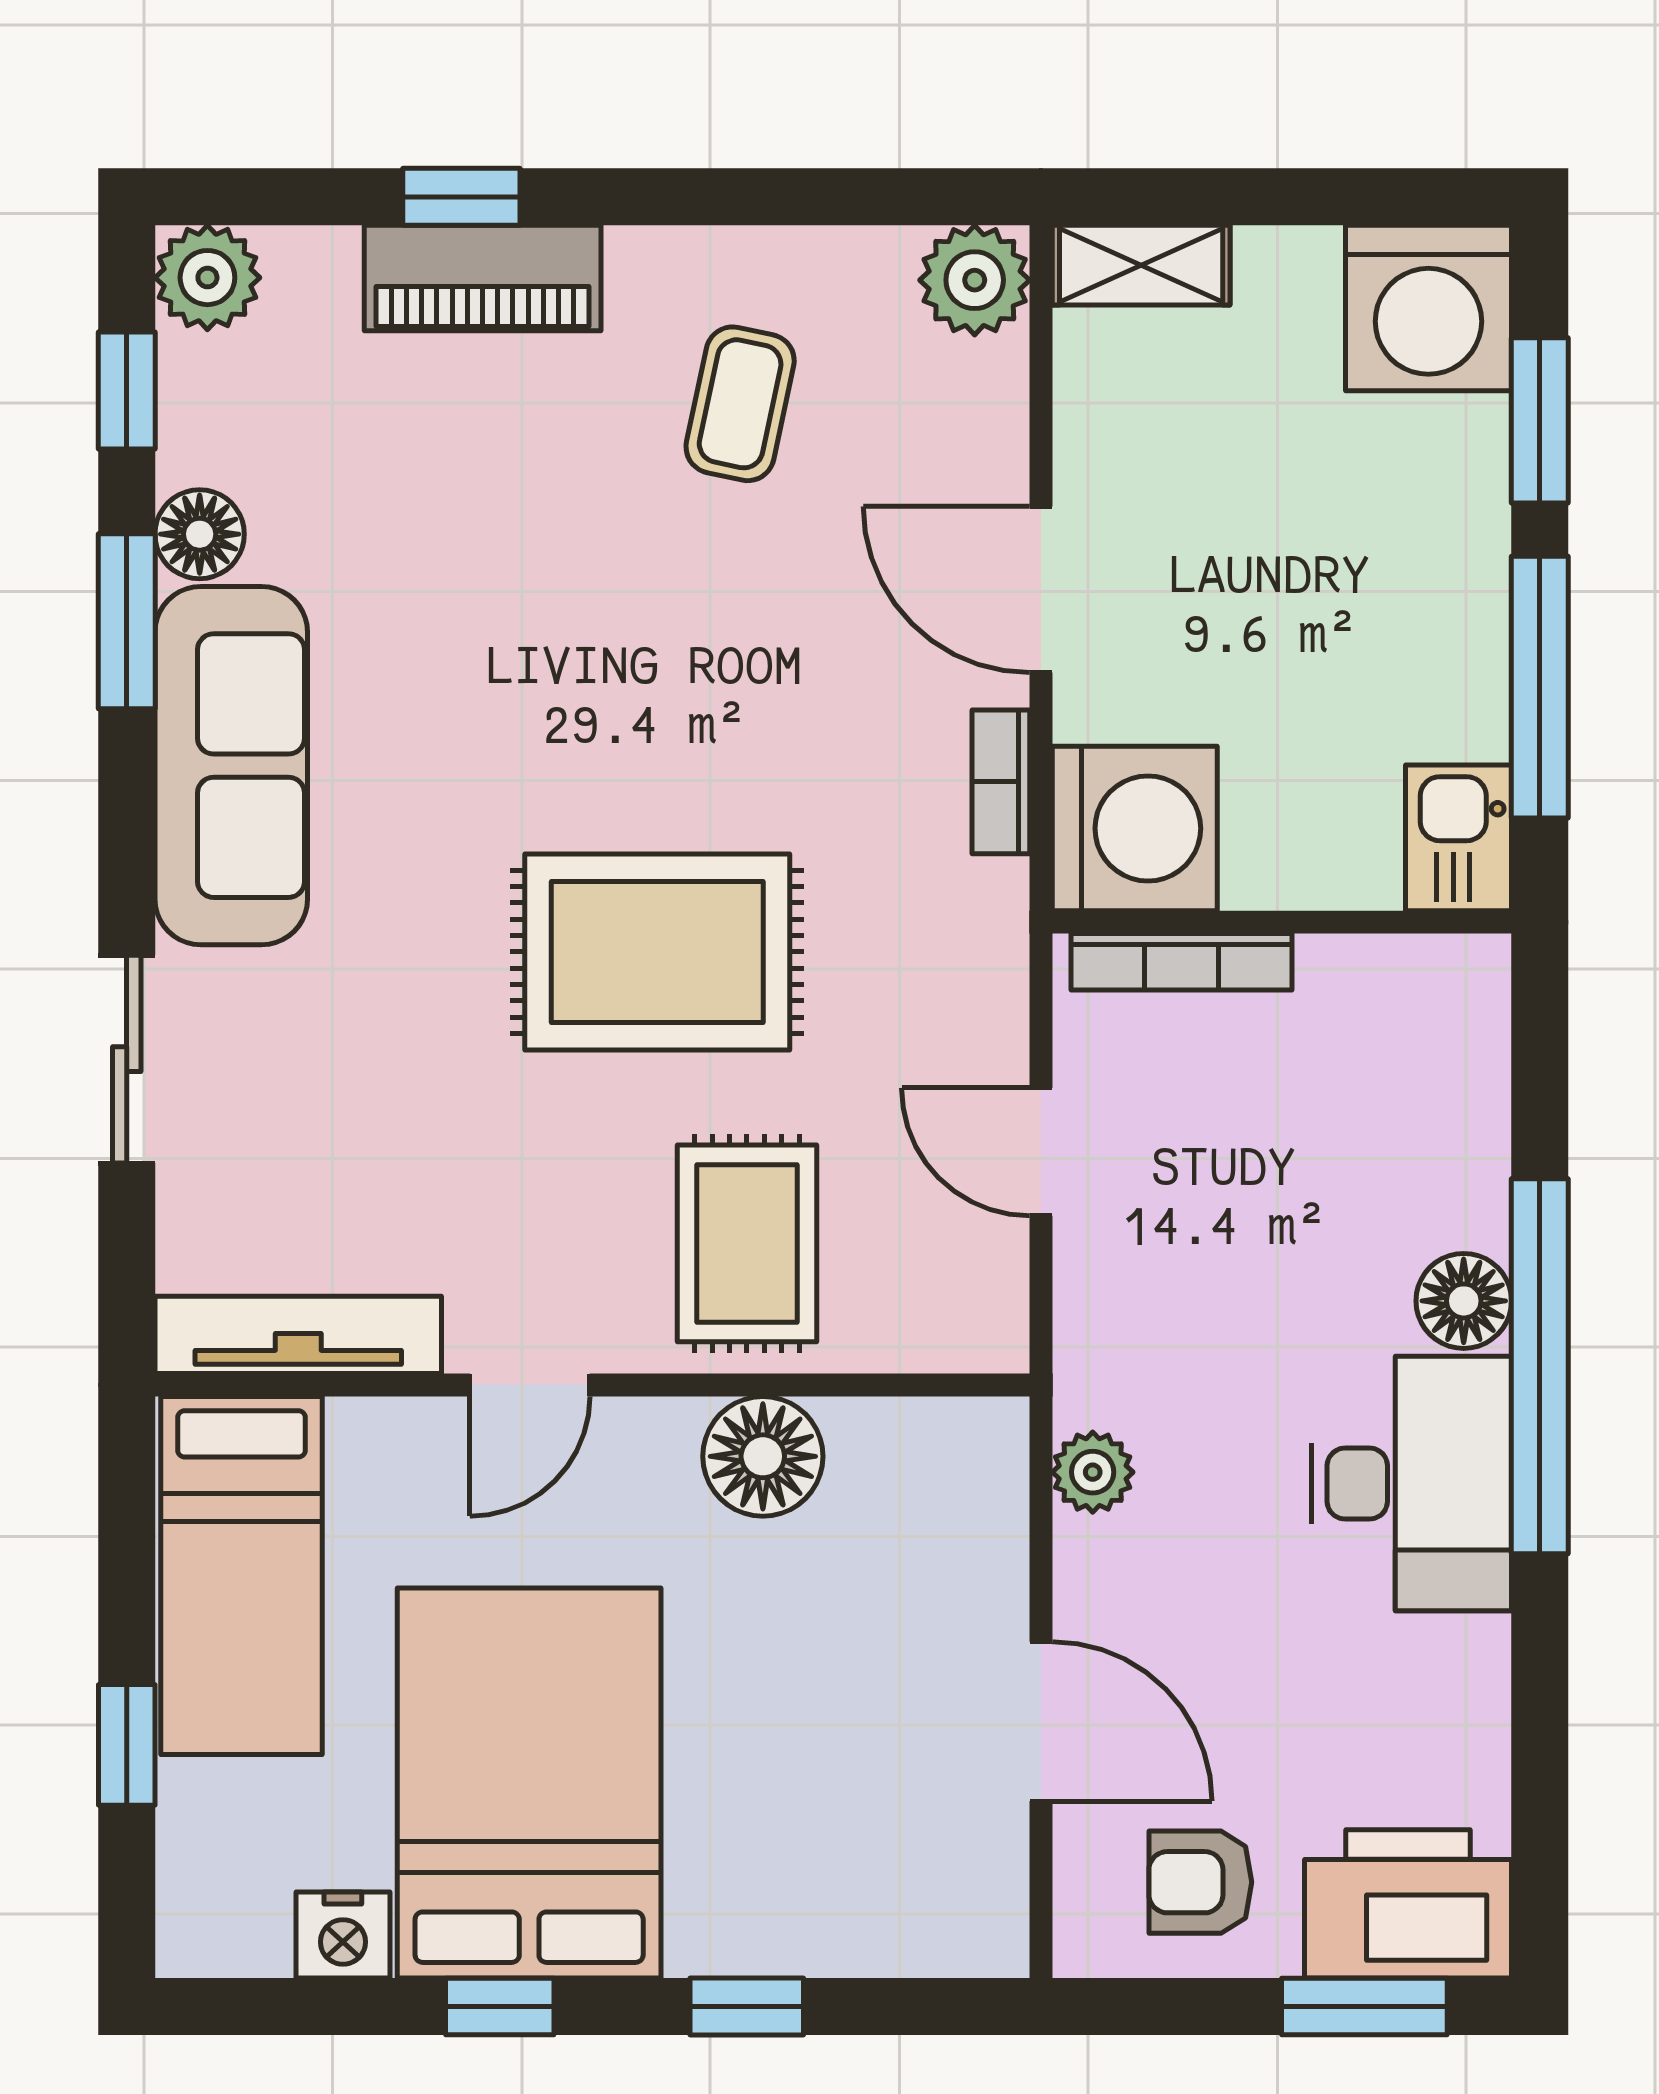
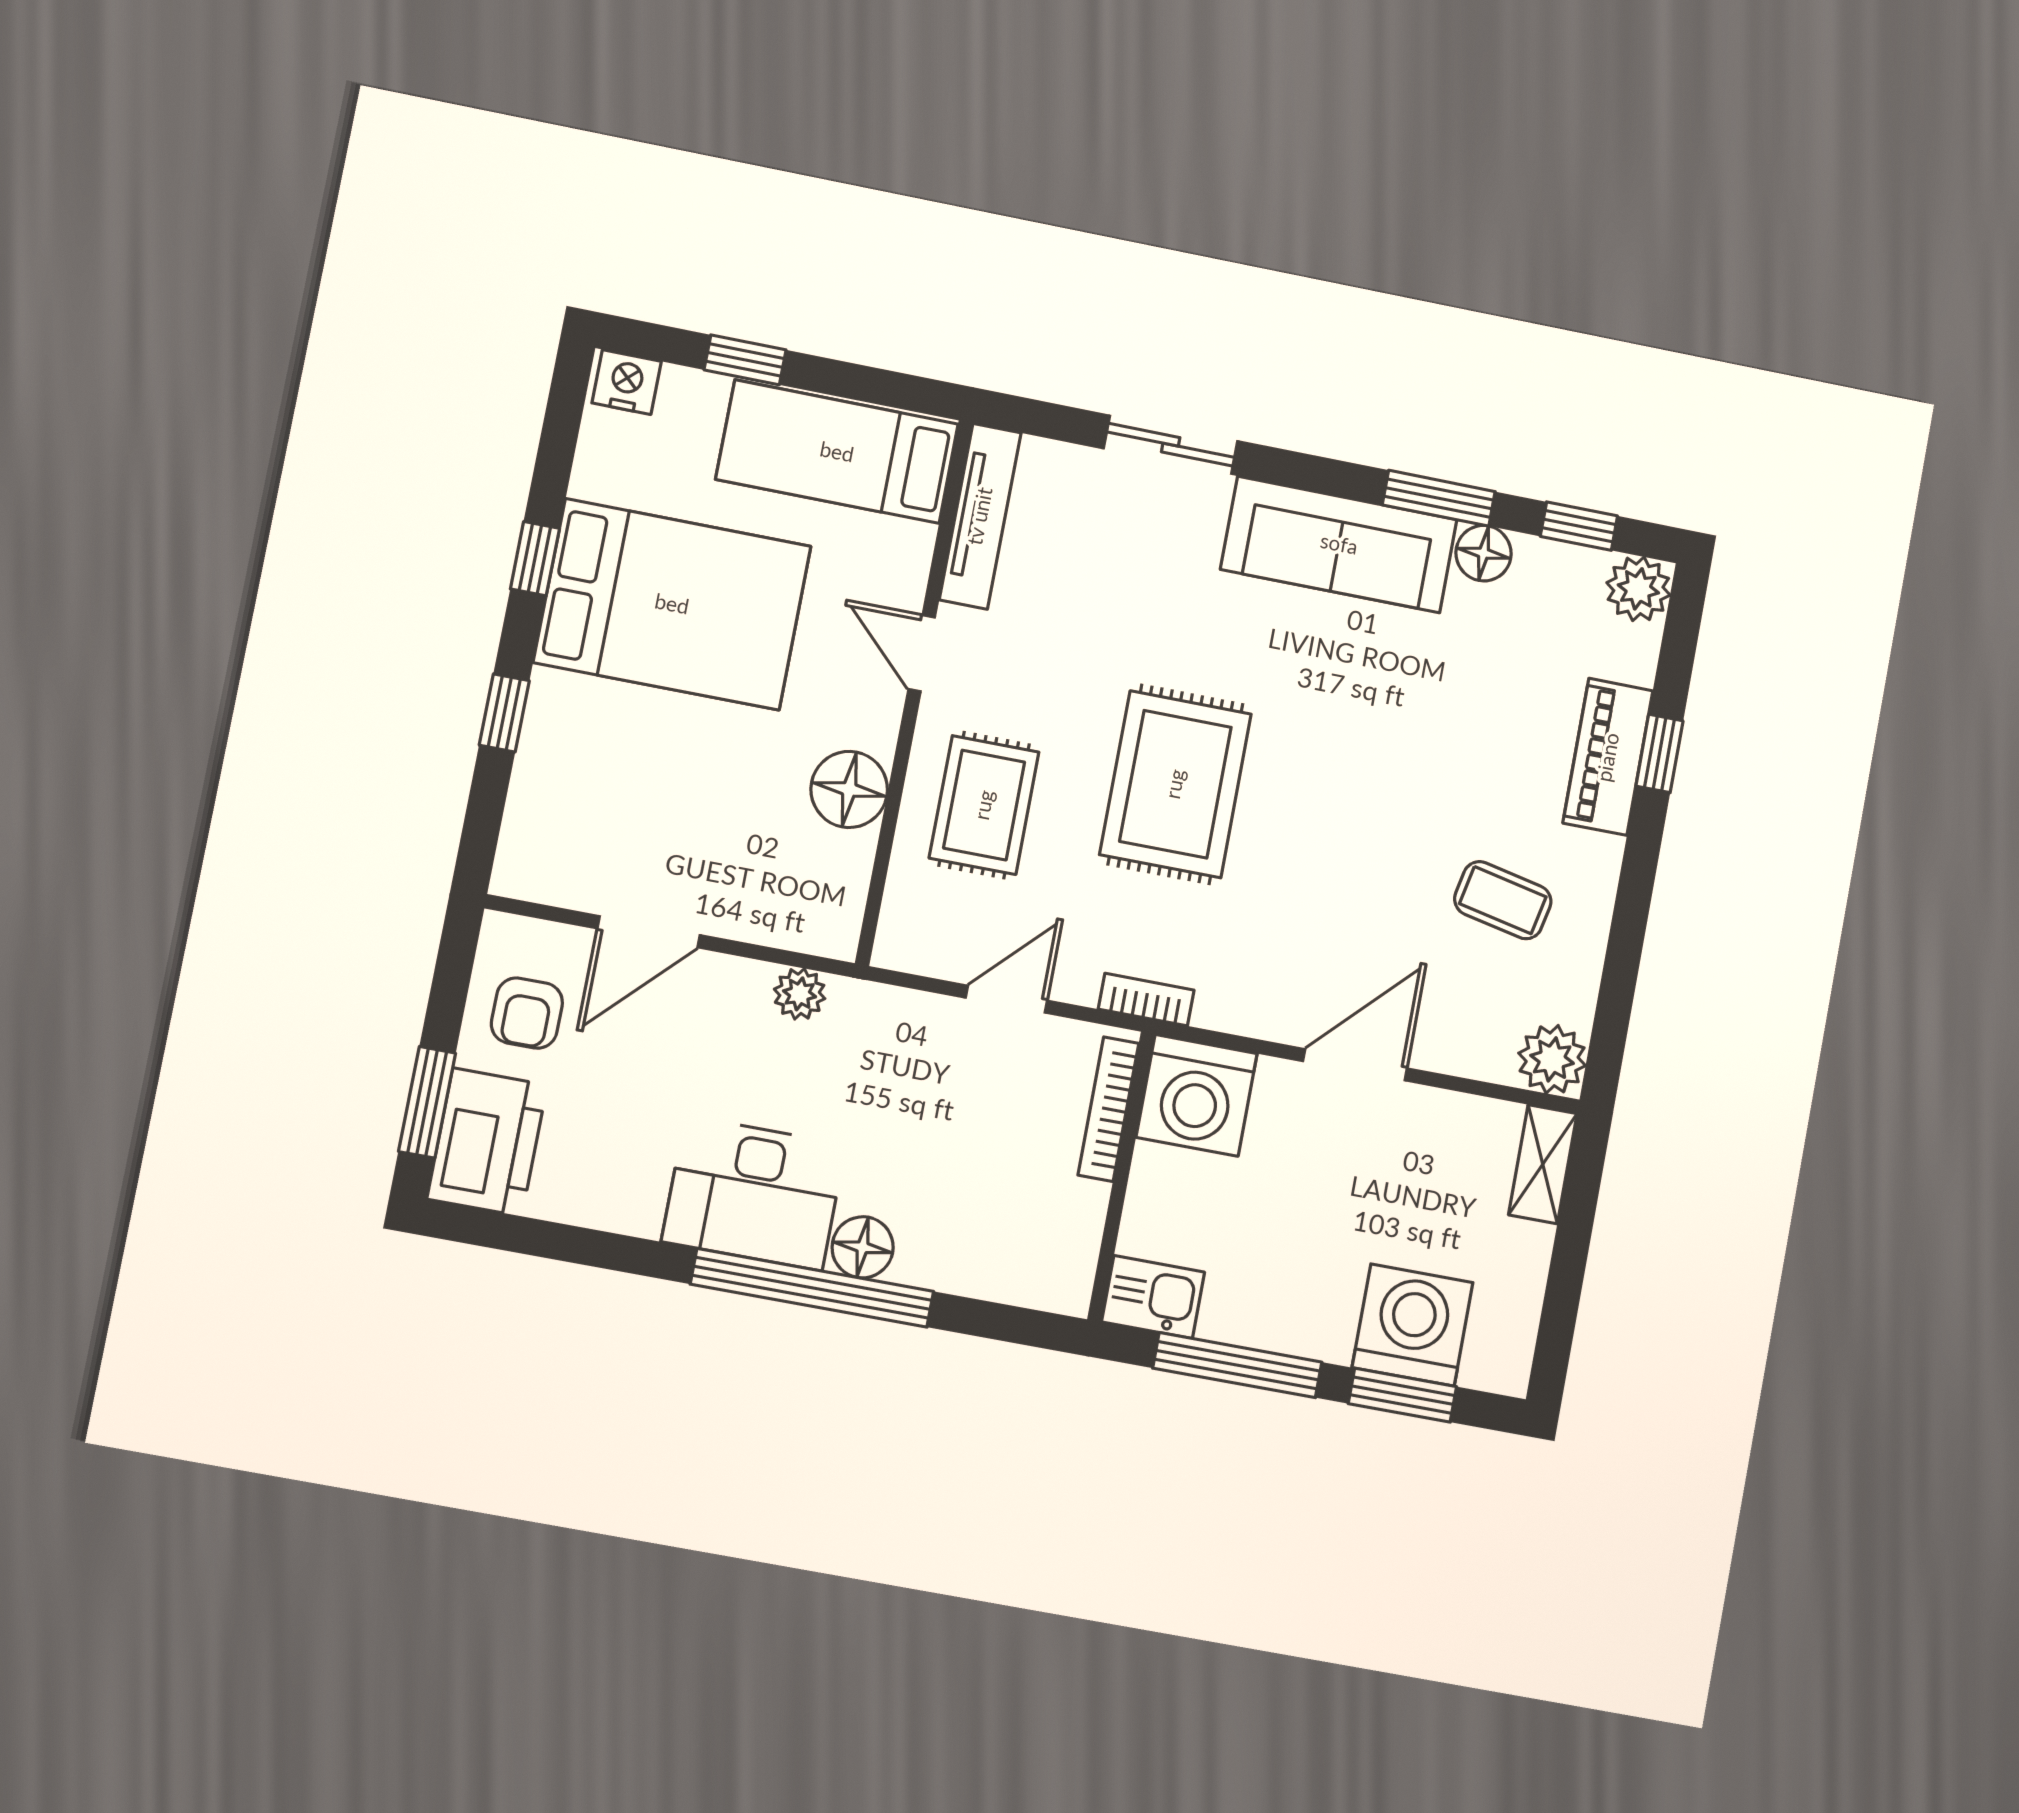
washing machine: (1428, 308) -> (1413, 1325), moved, turned 90
bookcase: (1001, 782) -> (1146, 1000), moved
rug: (747, 1243) -> (984, 805), turned 90
armchair: (1200, 1882) -> (527, 1013), turned 180
nightstand: (343, 1935) -> (627, 382), moved, turned 90

